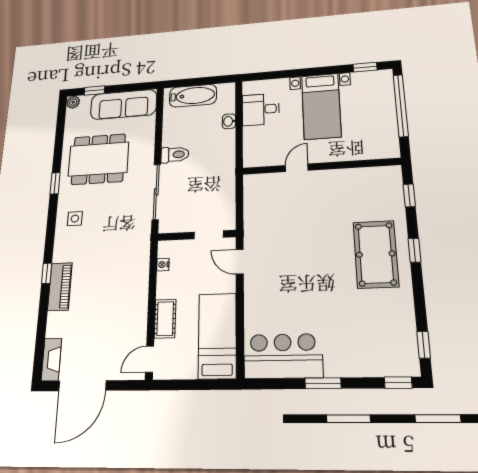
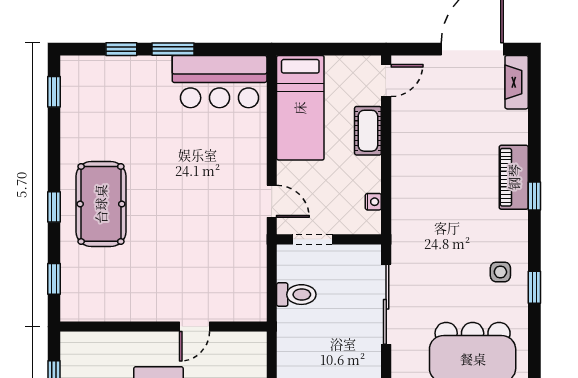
toilet: (175, 155) -> (296, 295), moved, turned 180
window: (55, 183) -> (534, 287), moved
window: (398, 383) -> (121, 49), moved

